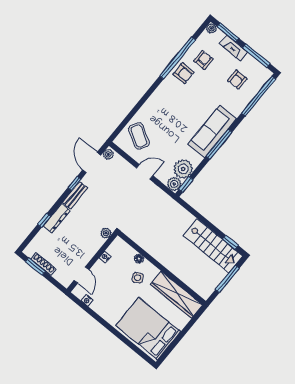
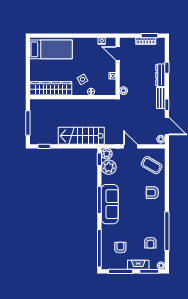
armchair: (184, 73) -> (152, 193), moved
door: (145, 172) -> (131, 146), swing flipped
stairs: (213, 246) -> (81, 136), moved
bed: (148, 329) -> (51, 49), width x0.67

